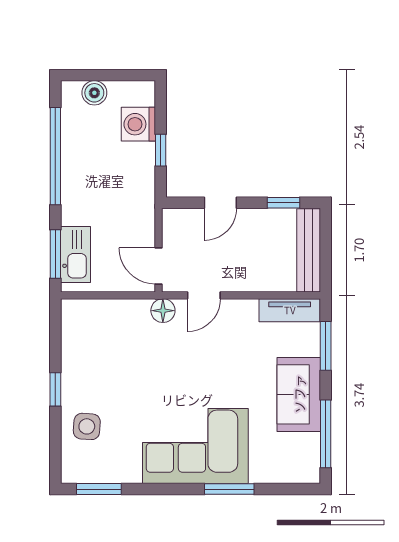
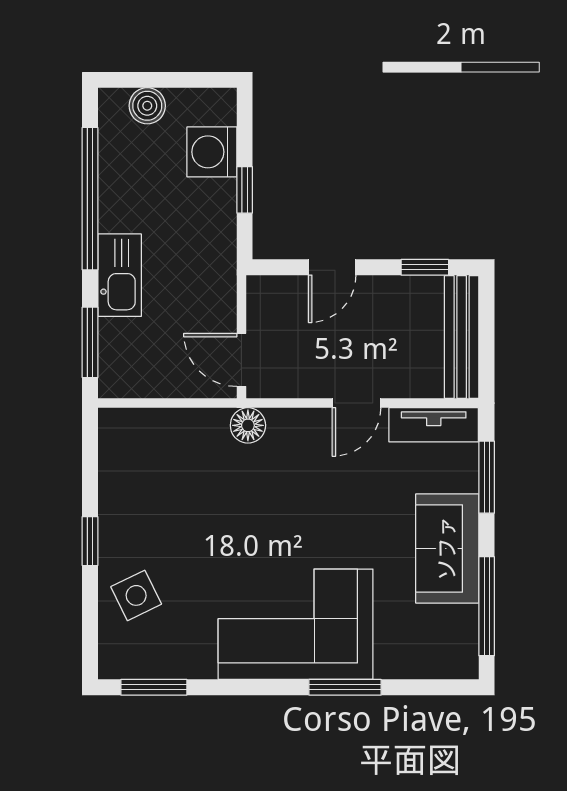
kitchen sink: (75, 255) -> (120, 275), moved
door: (204, 295) -> (356, 403), moved
side table: (87, 426) -> (136, 595), turned -30

